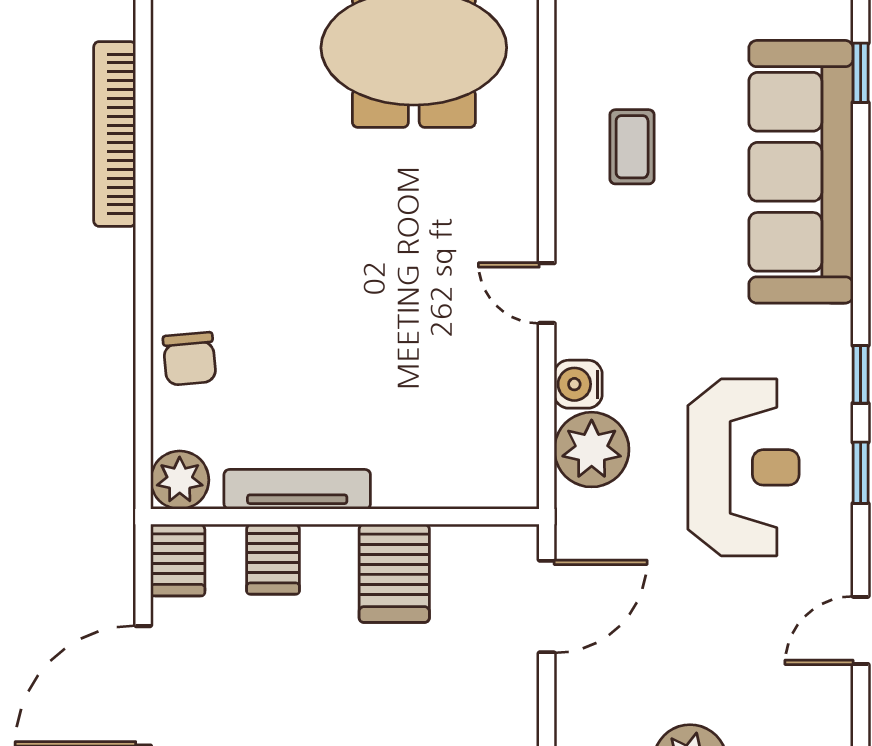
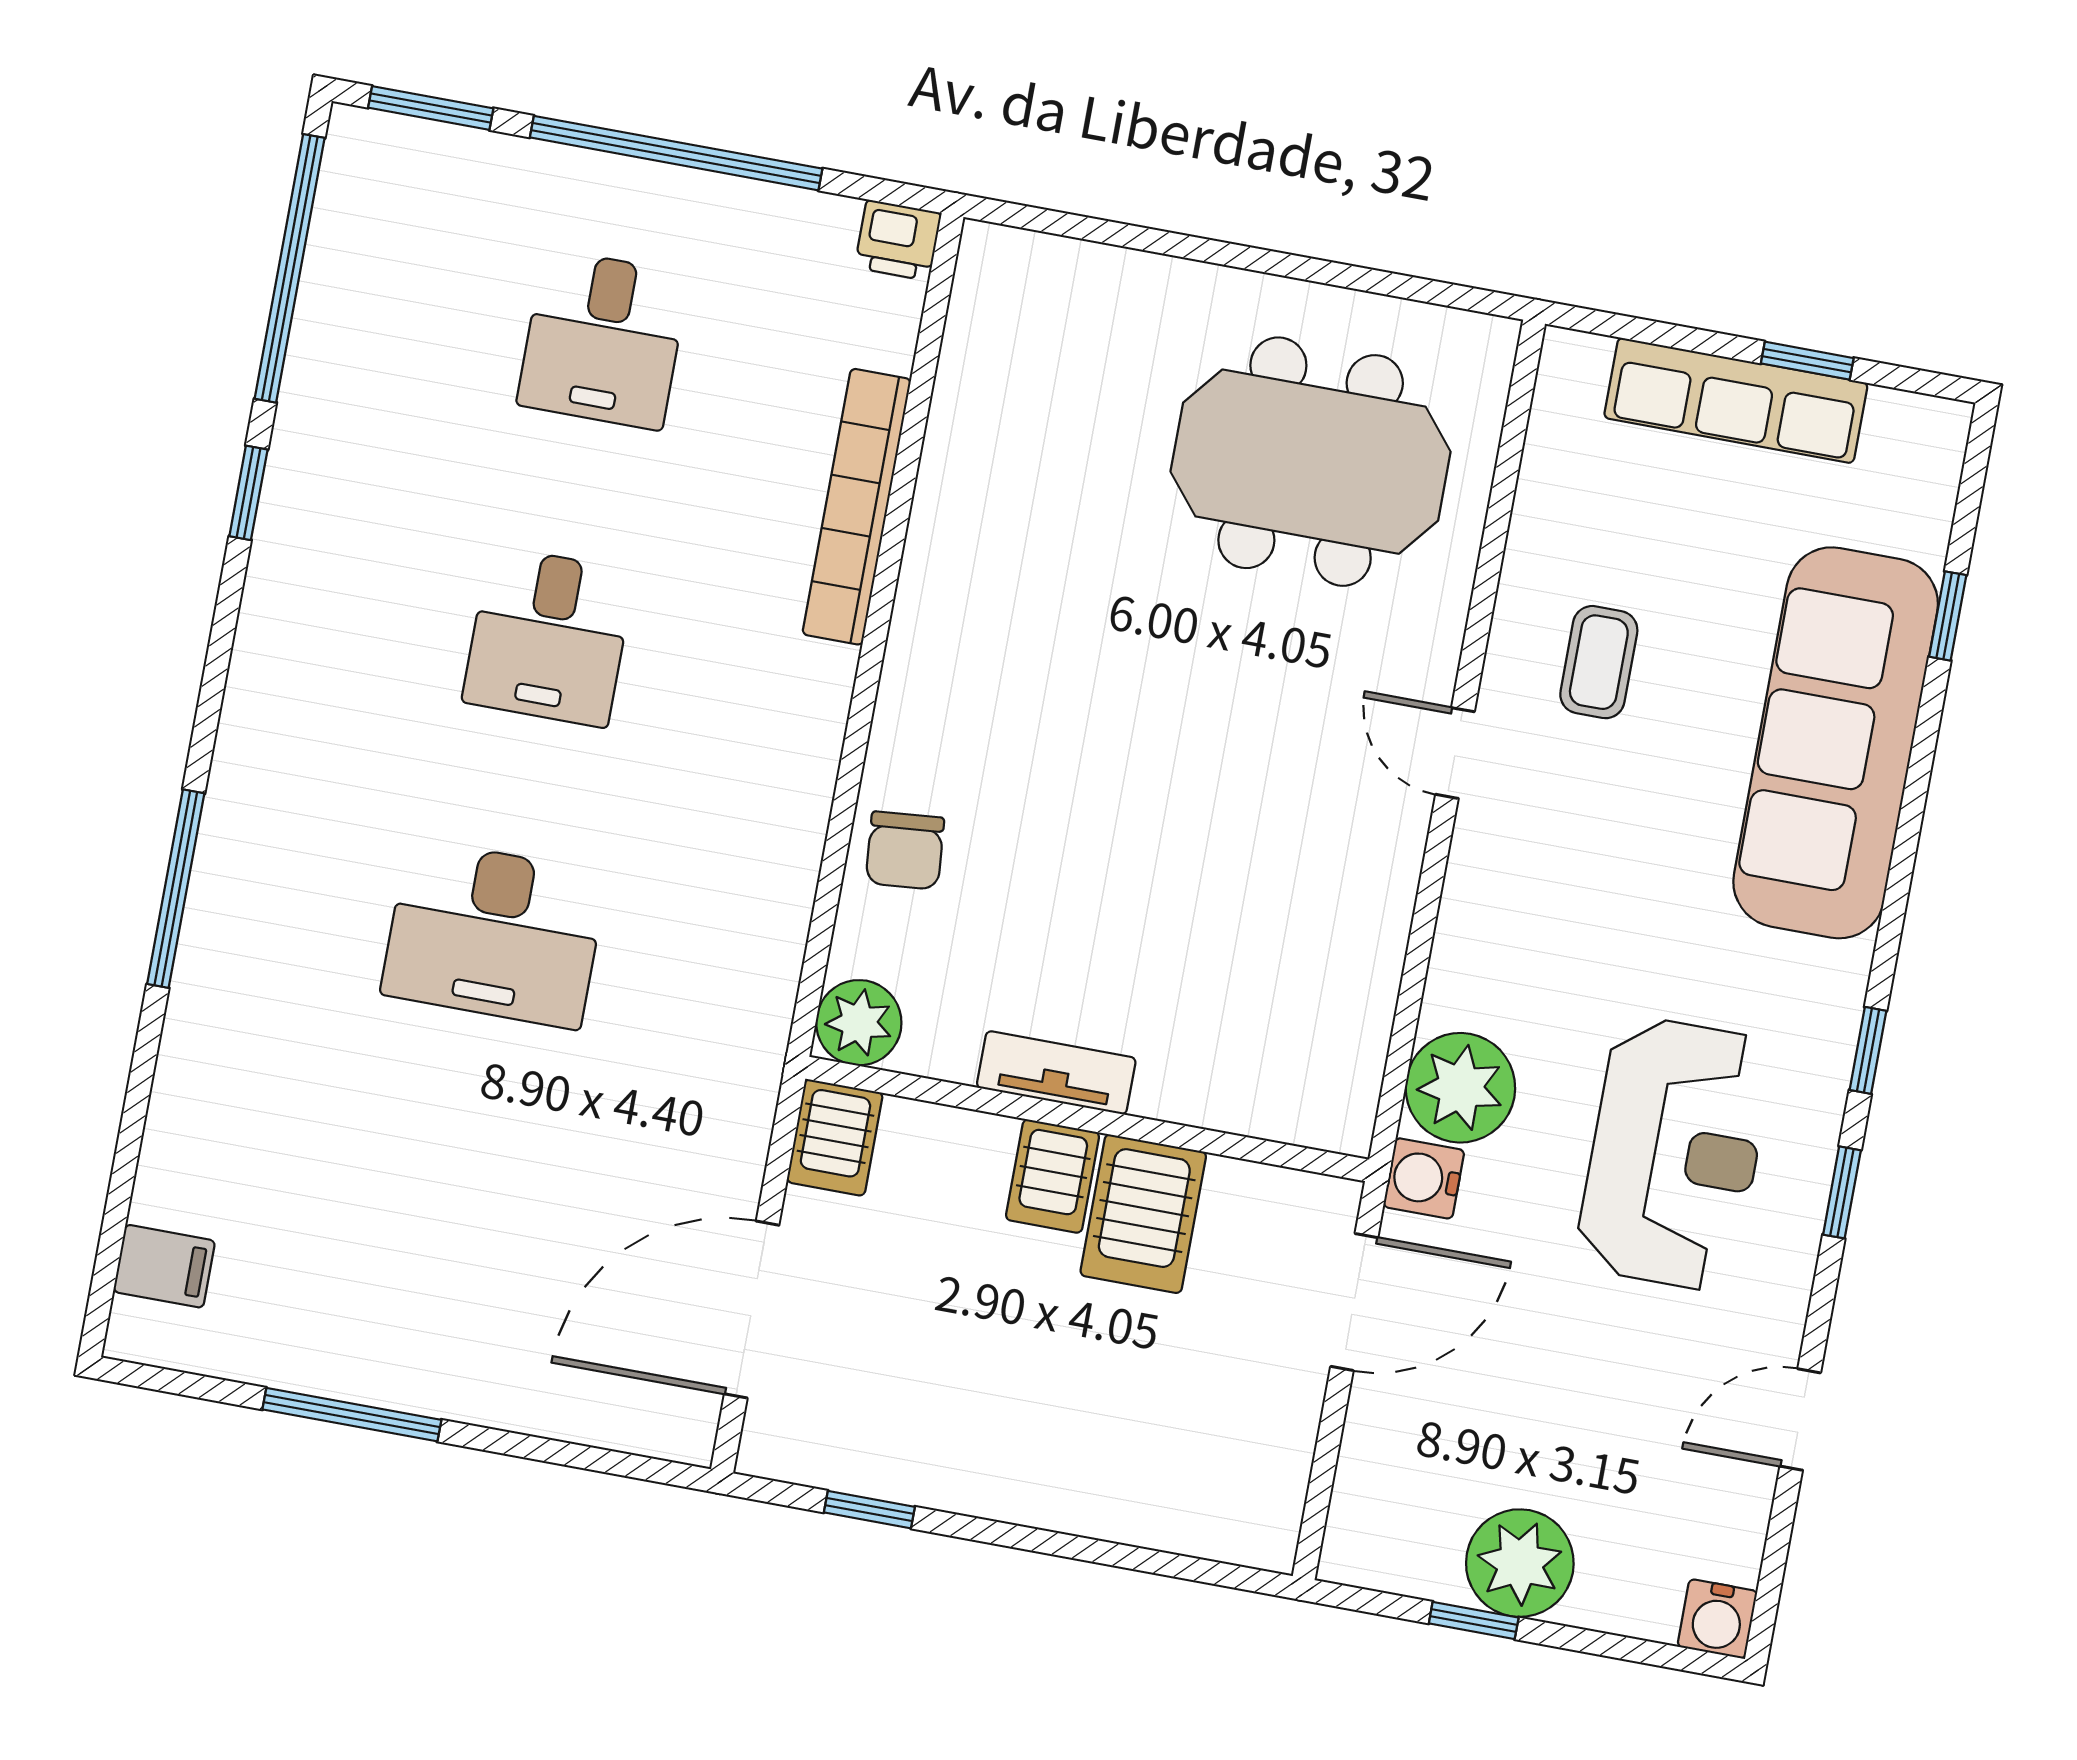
door: (547, 293) -> (1455, 753), moved
water cooler: (578, 384) -> (1424, 1178), moved
tv unit: (297, 489) -> (1056, 1073), width x0.71
server rack: (273, 559) -> (1053, 1176), moved

